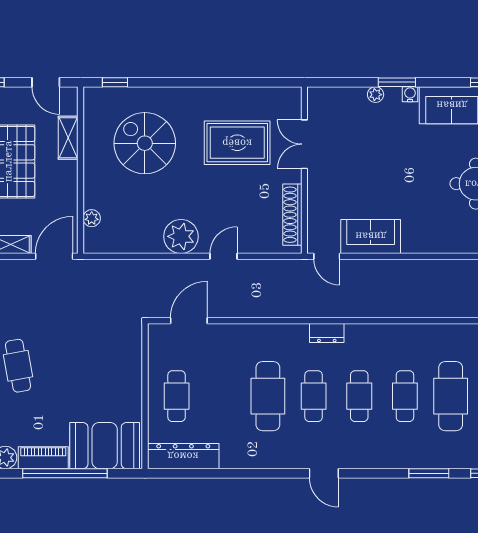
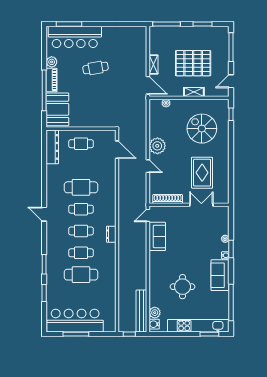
shelving: (68, 138) -> (194, 92), moved
spiral stairs: (145, 143) -> (202, 129), turned -90
dresser: (327, 333) -> (111, 234), moved
door: (324, 473) -> (44, 214), hinge flipped

